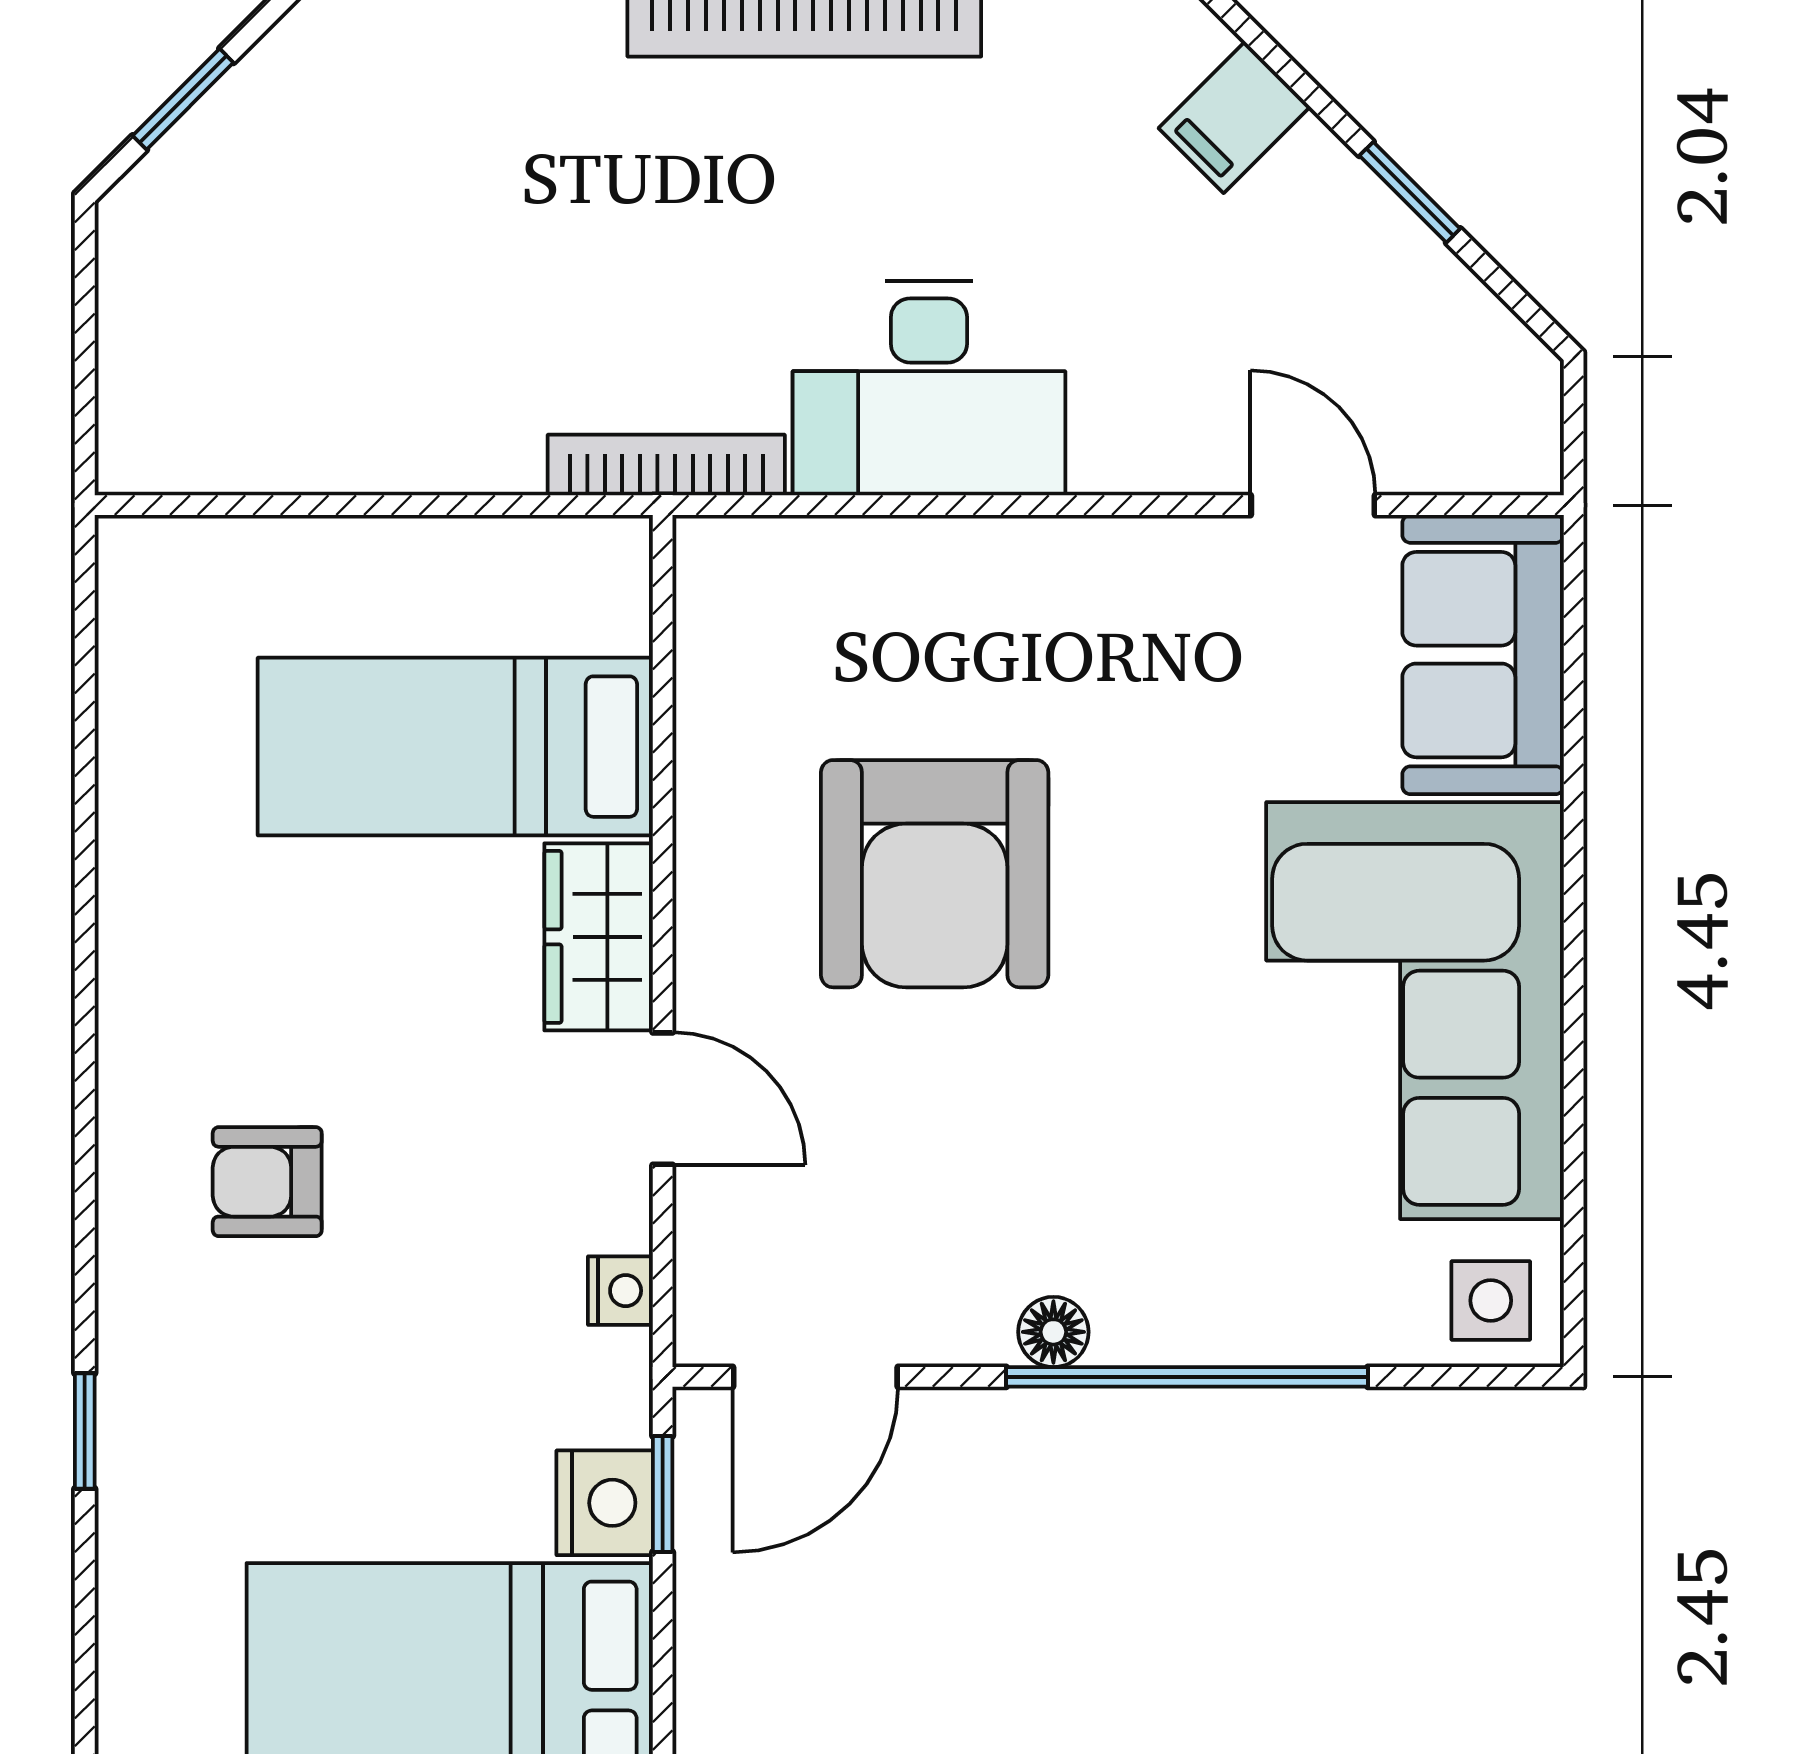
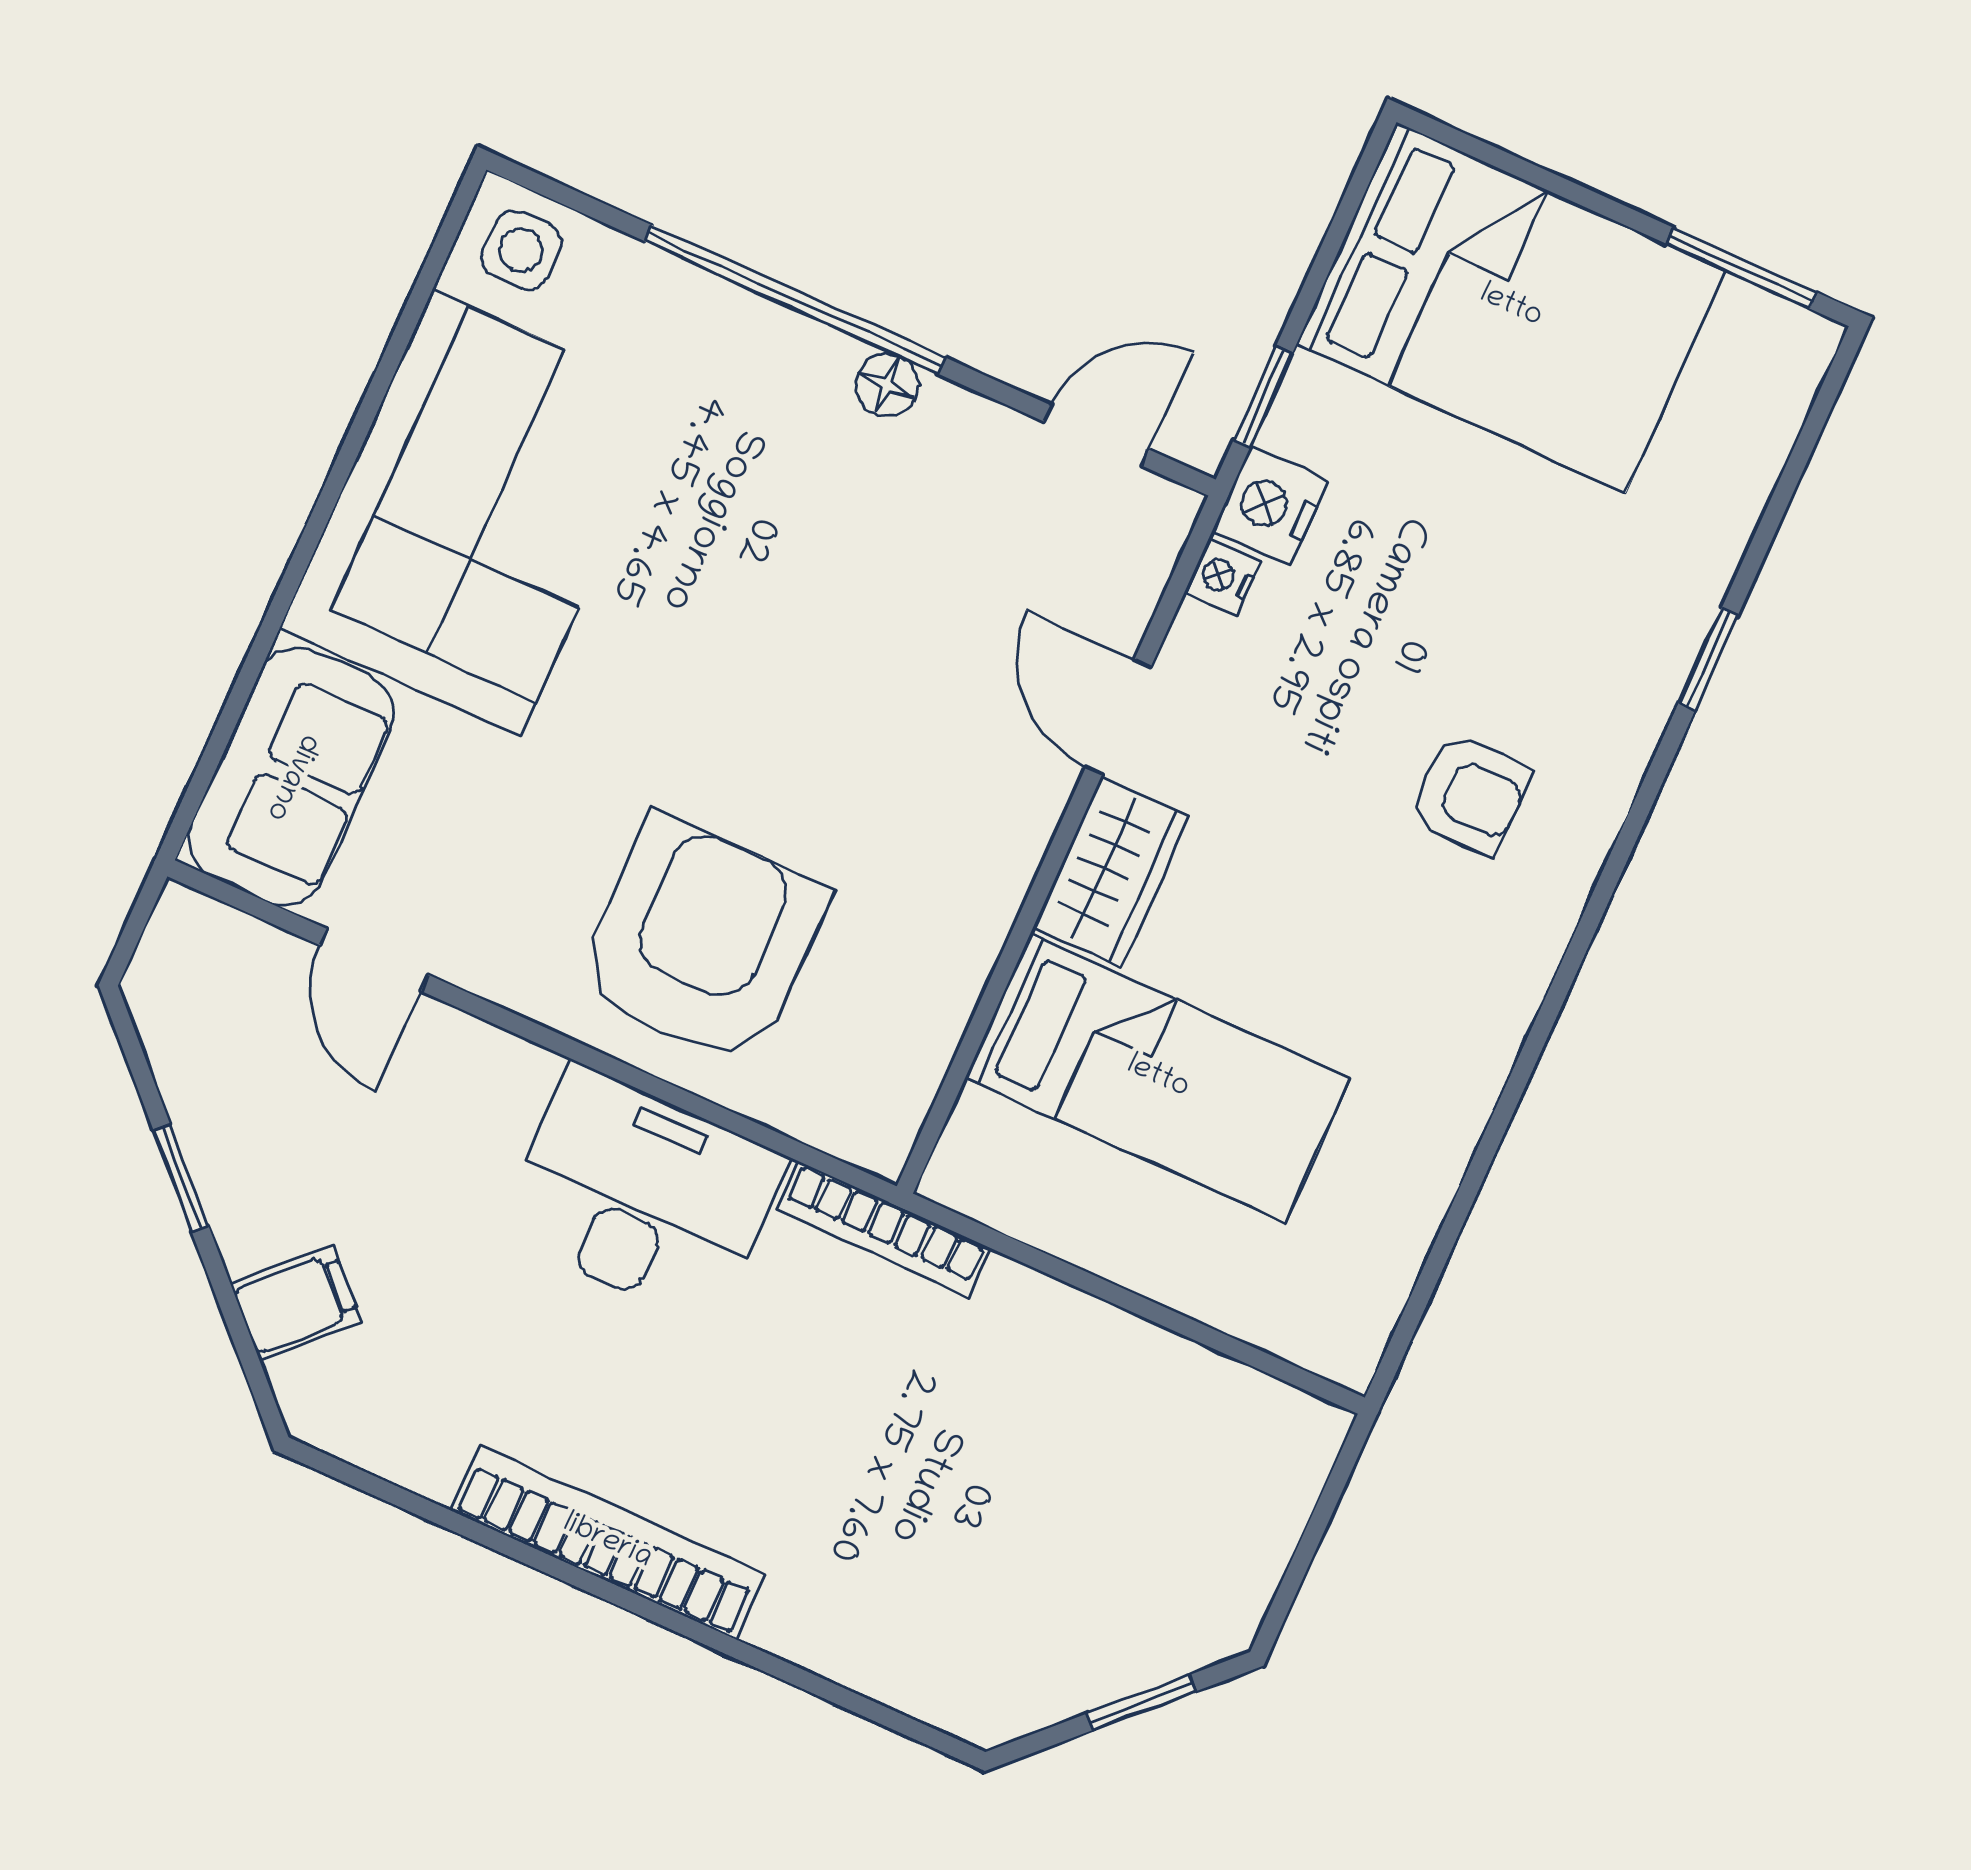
armchair: (935, 874) -> (701, 941), moved
door: (815, 1377) -> (1096, 435), width x0.73
nightstand: (605, 1503) -> (1270, 506), moved

